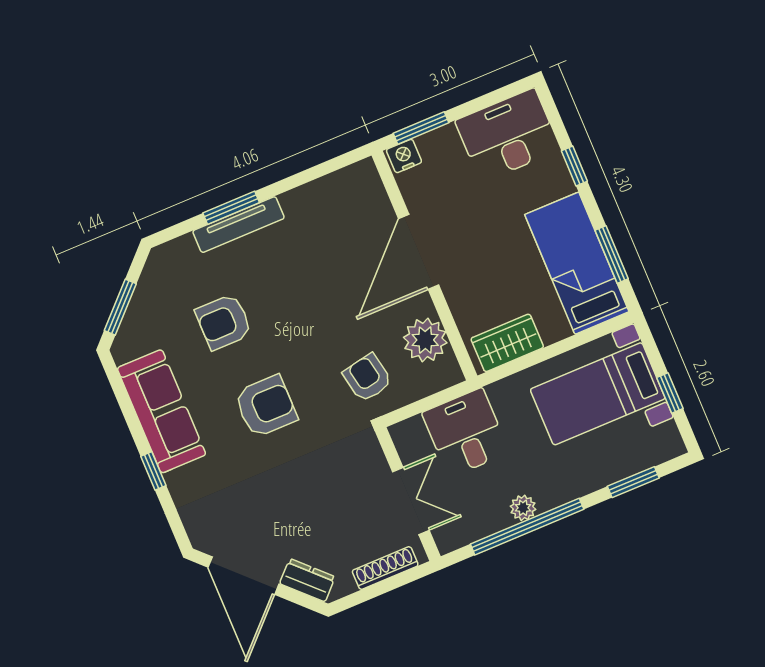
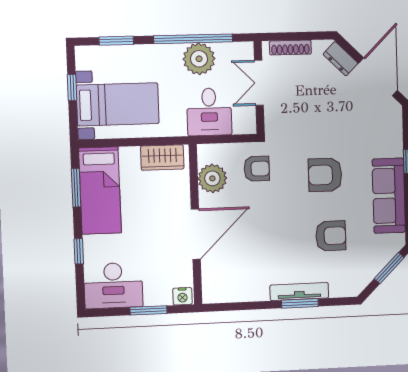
window: (421, 128) -> (148, 310), moved
armchair: (367, 378) -> (257, 169), turned -79
plant: (523, 508) -> (199, 59), width x1.87, depth x1.87

